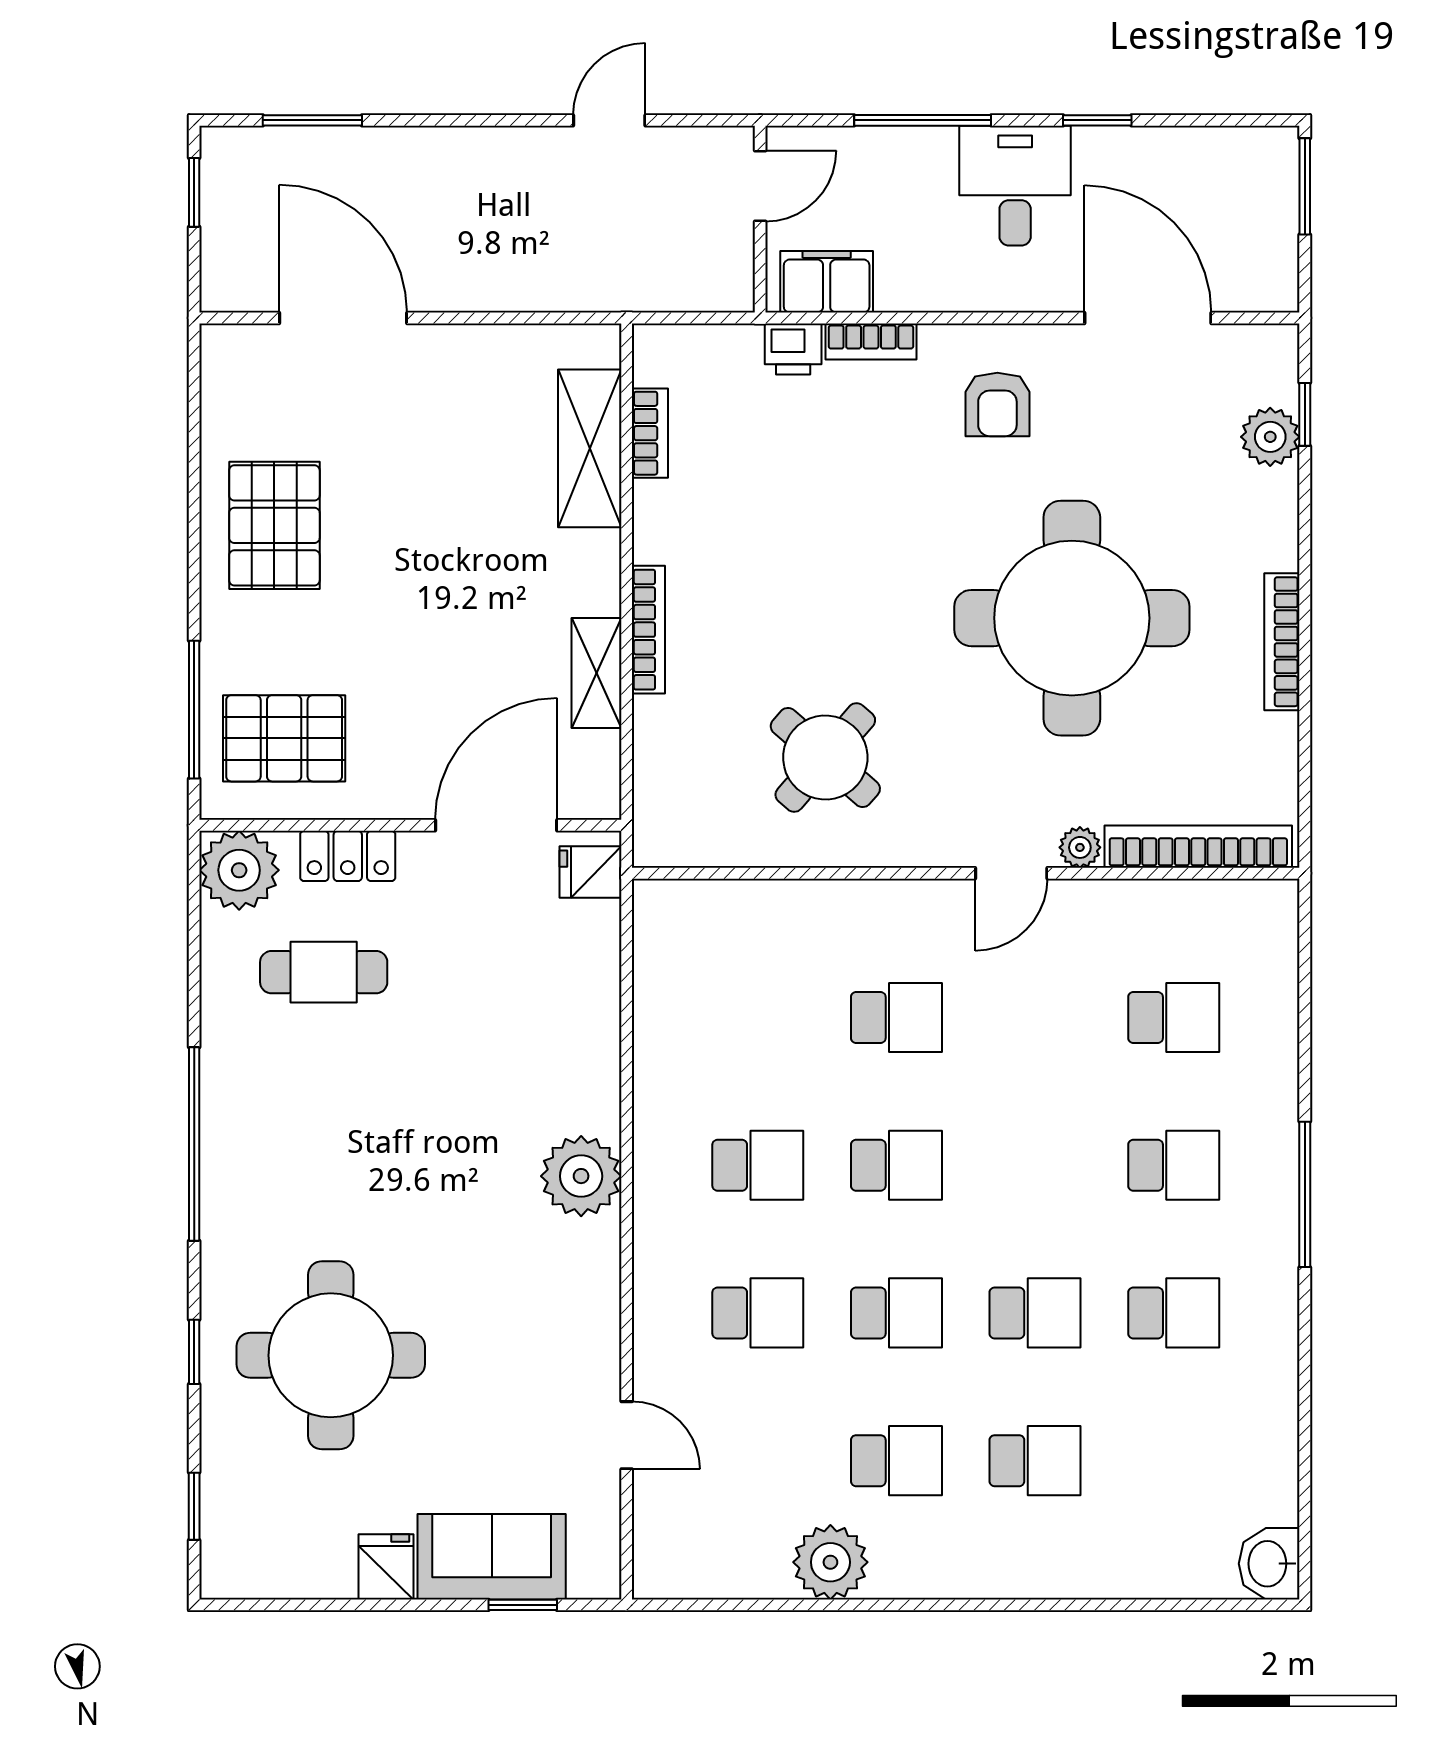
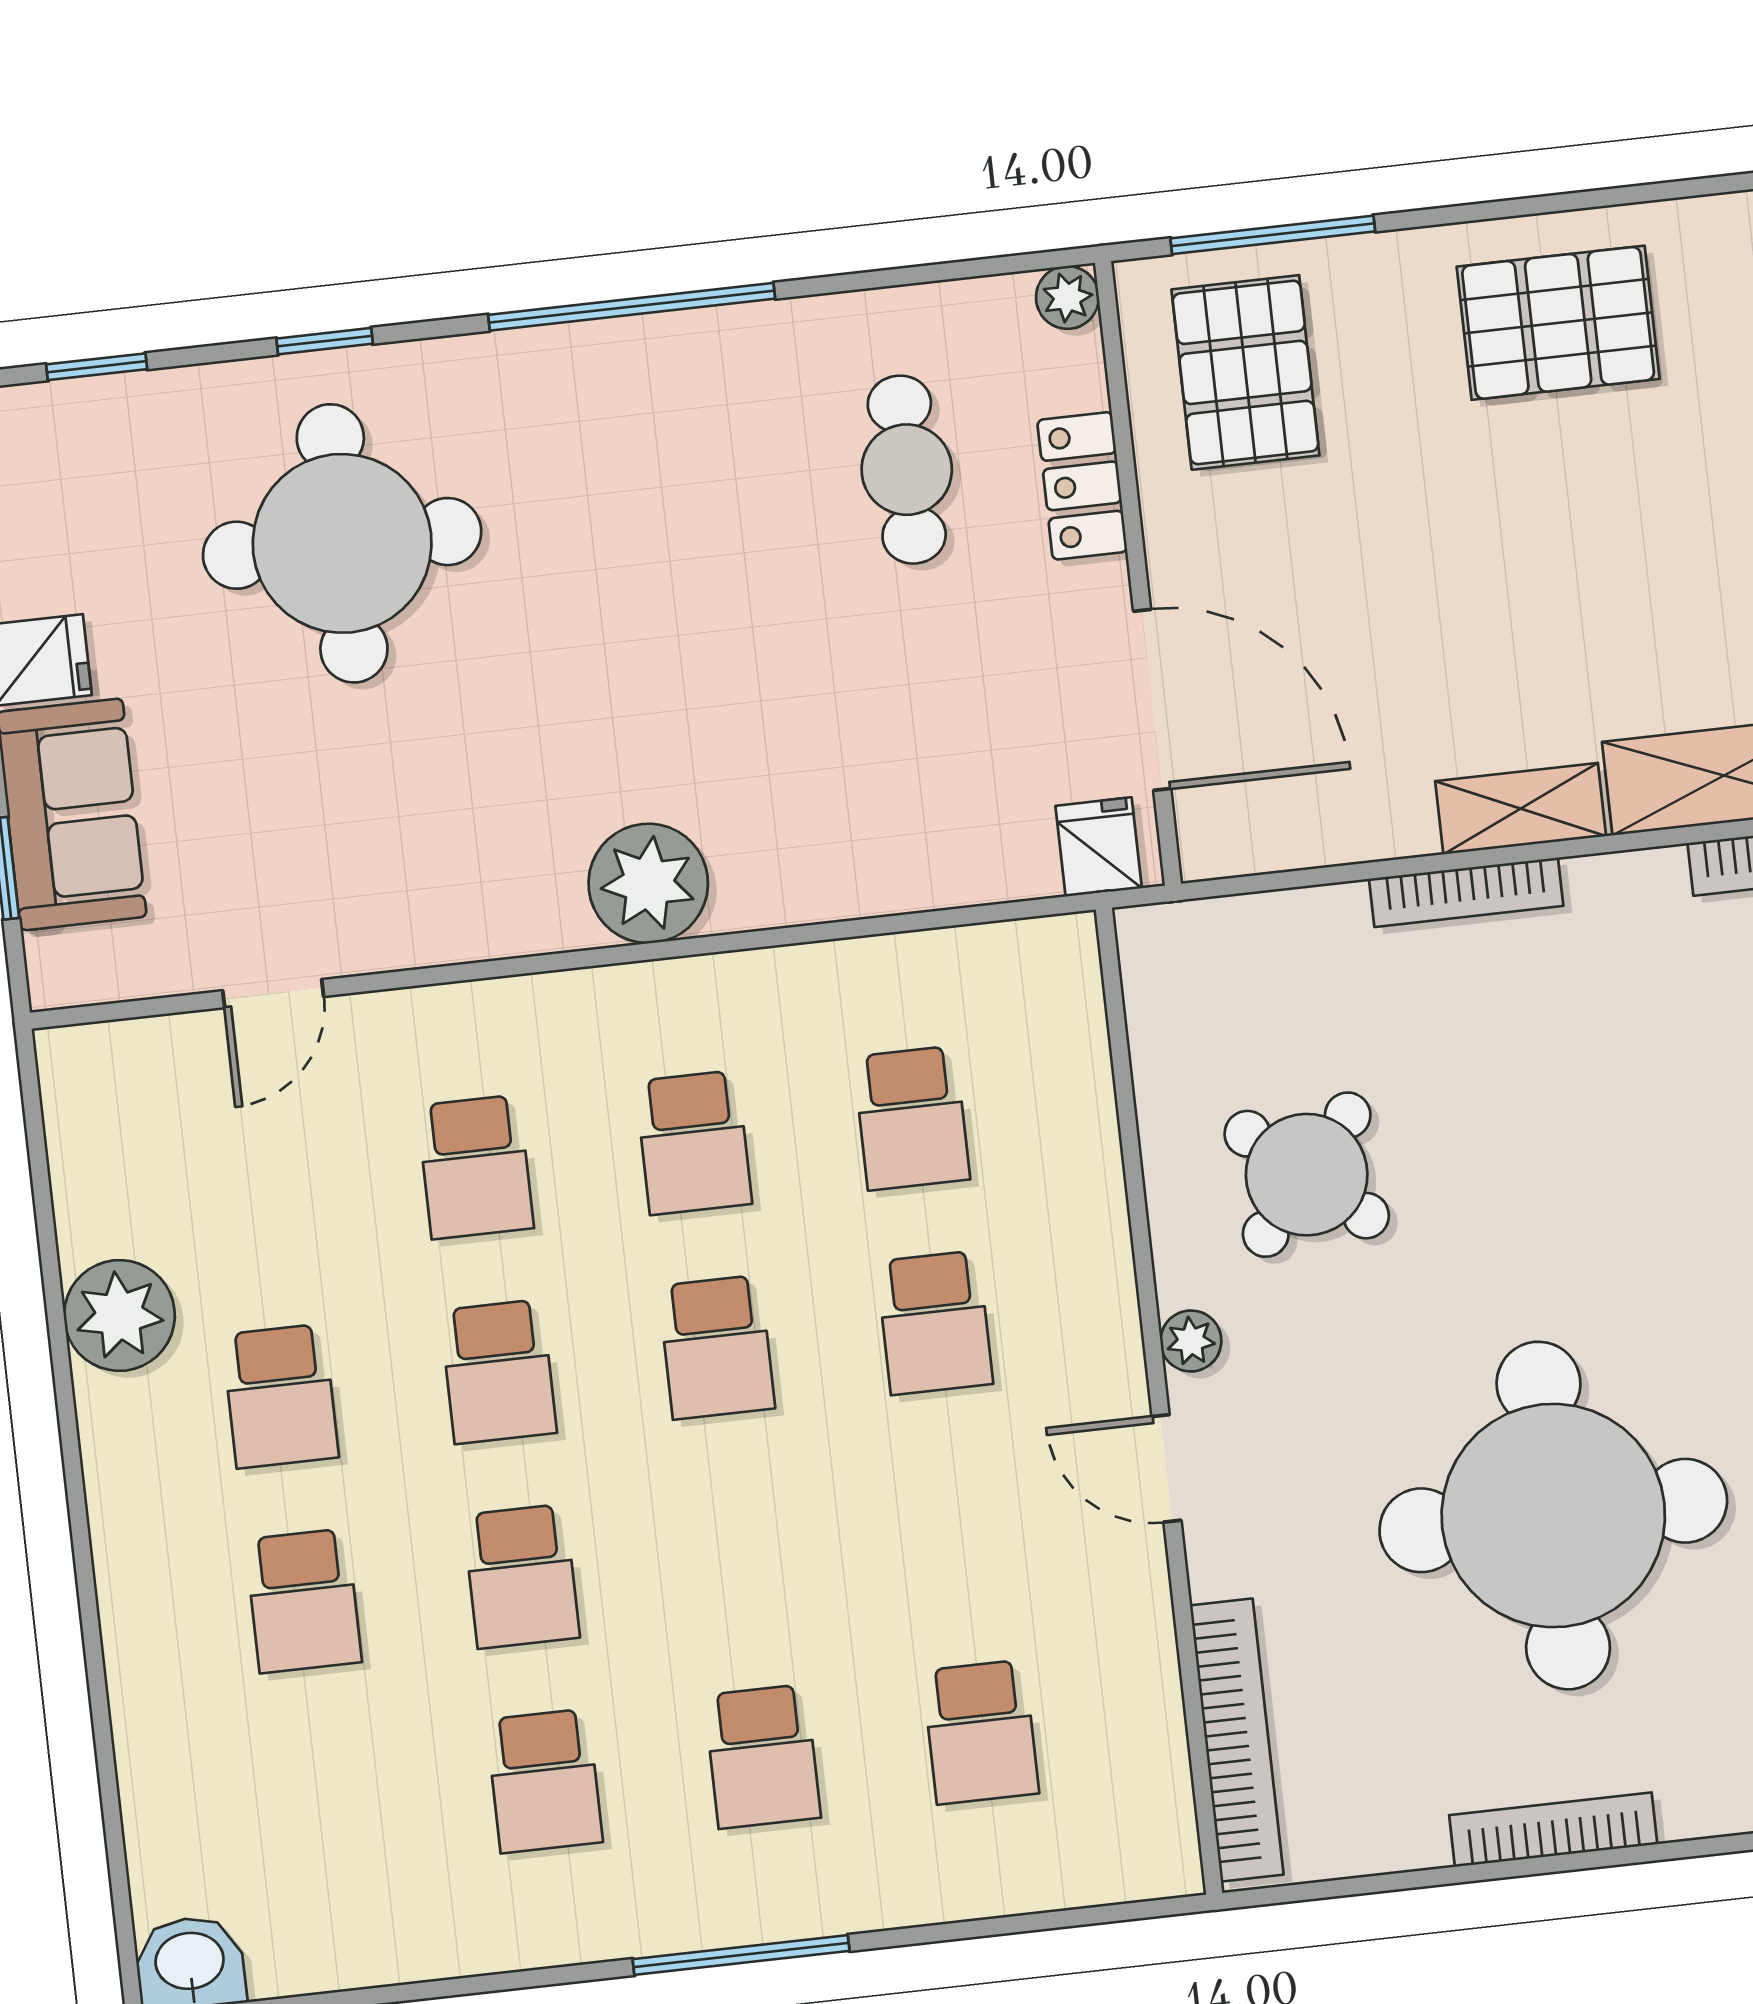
shelving: (597, 673) -> (1521, 809), moved
plant: (1080, 847) -> (1191, 1341), moved
plant: (239, 870) -> (1067, 297), width x0.53, depth x0.53
school desk: (758, 1017) -> (912, 1118), added

